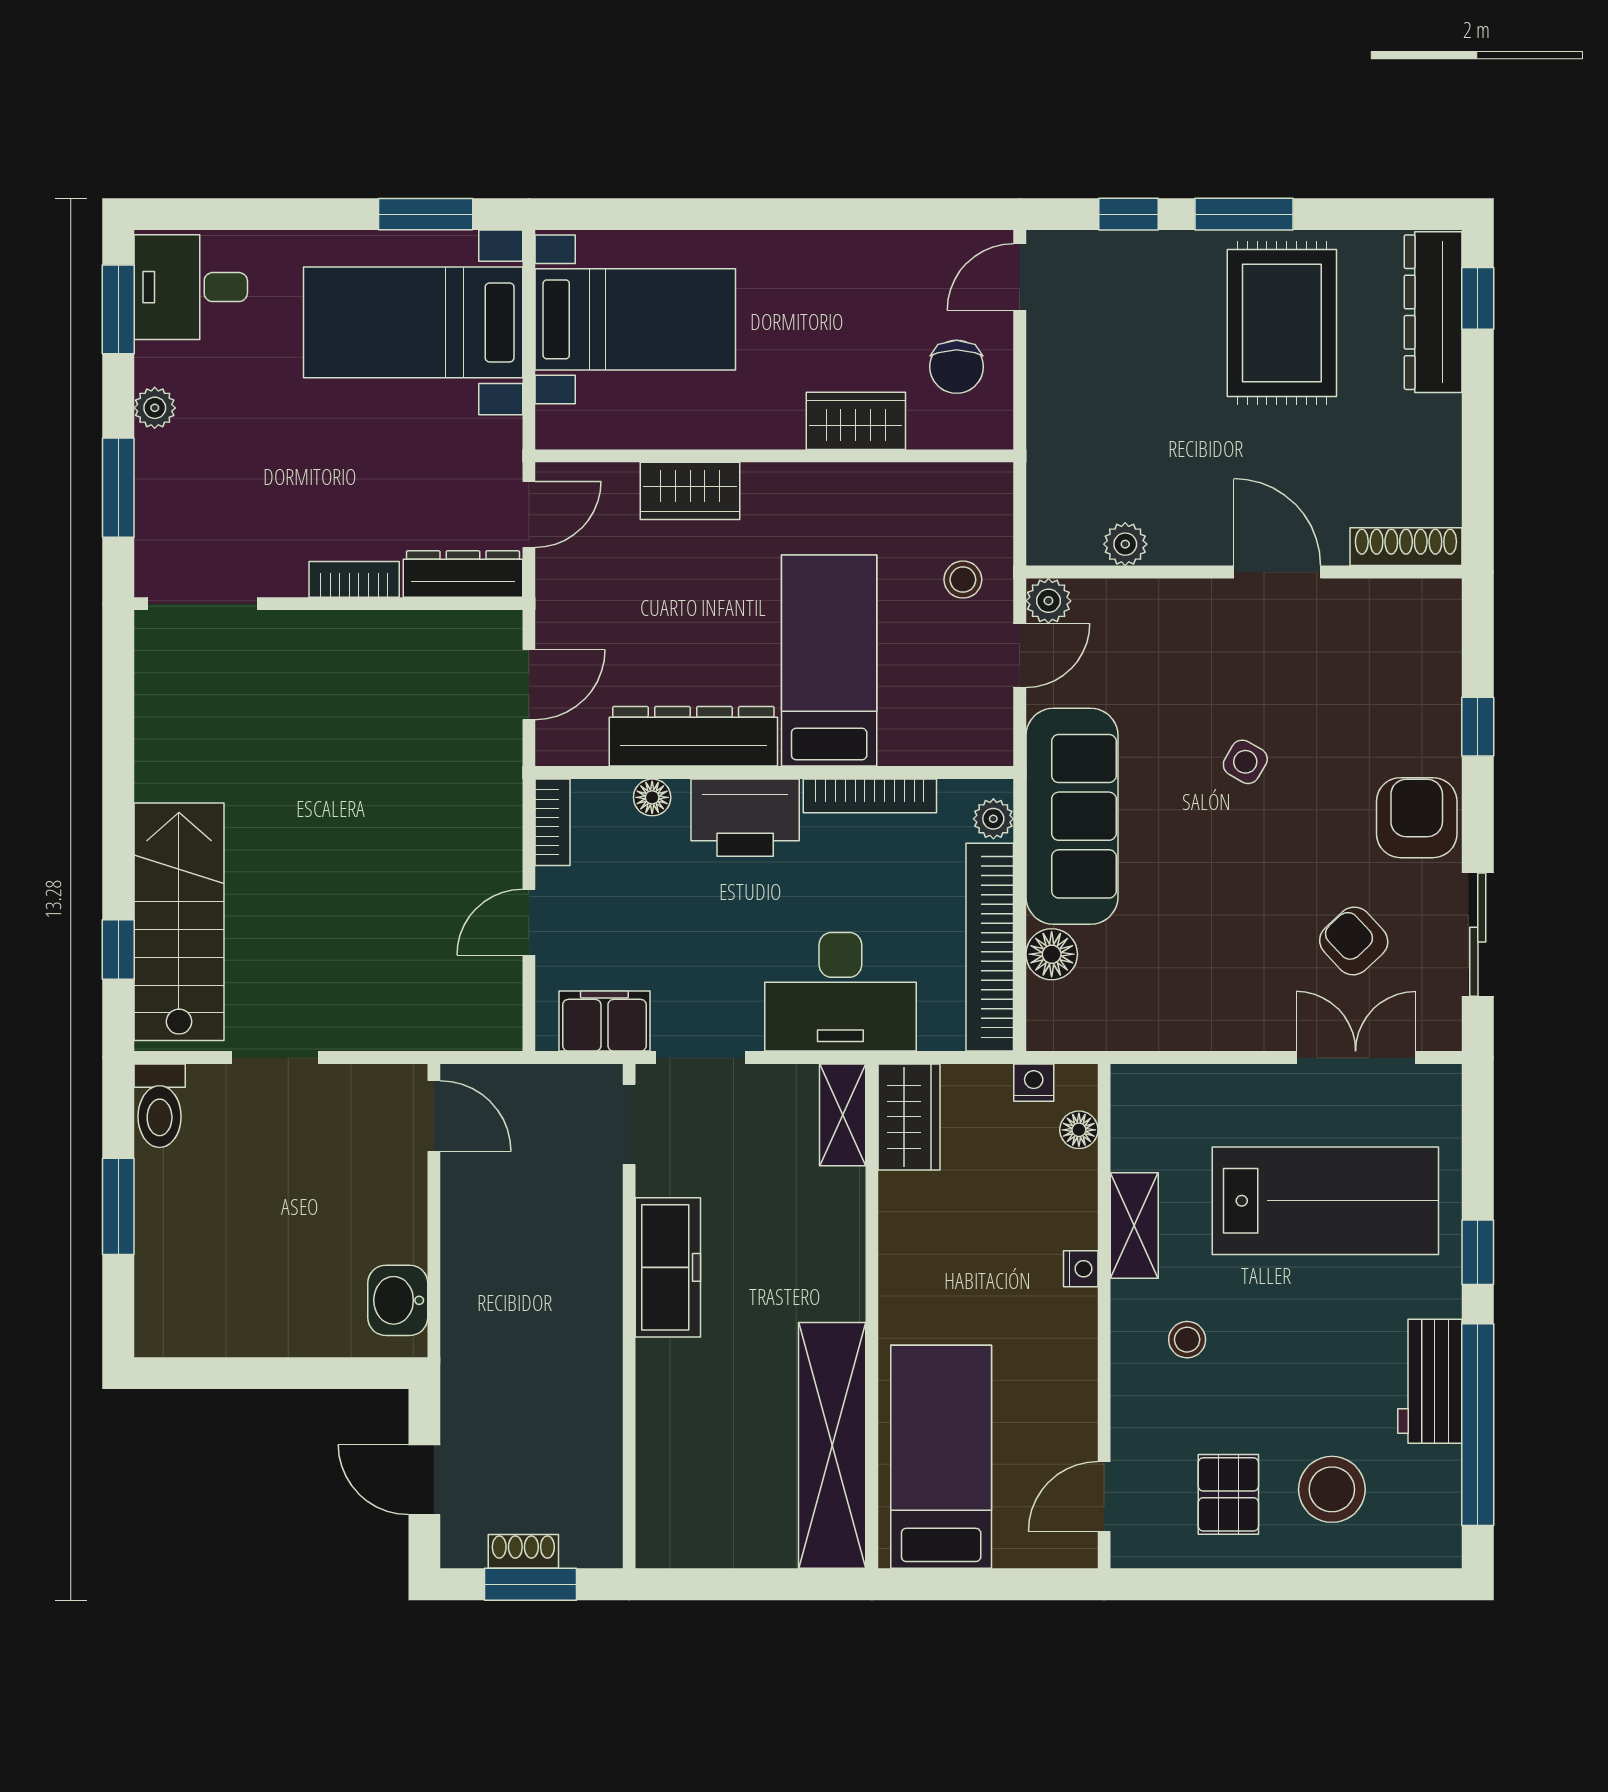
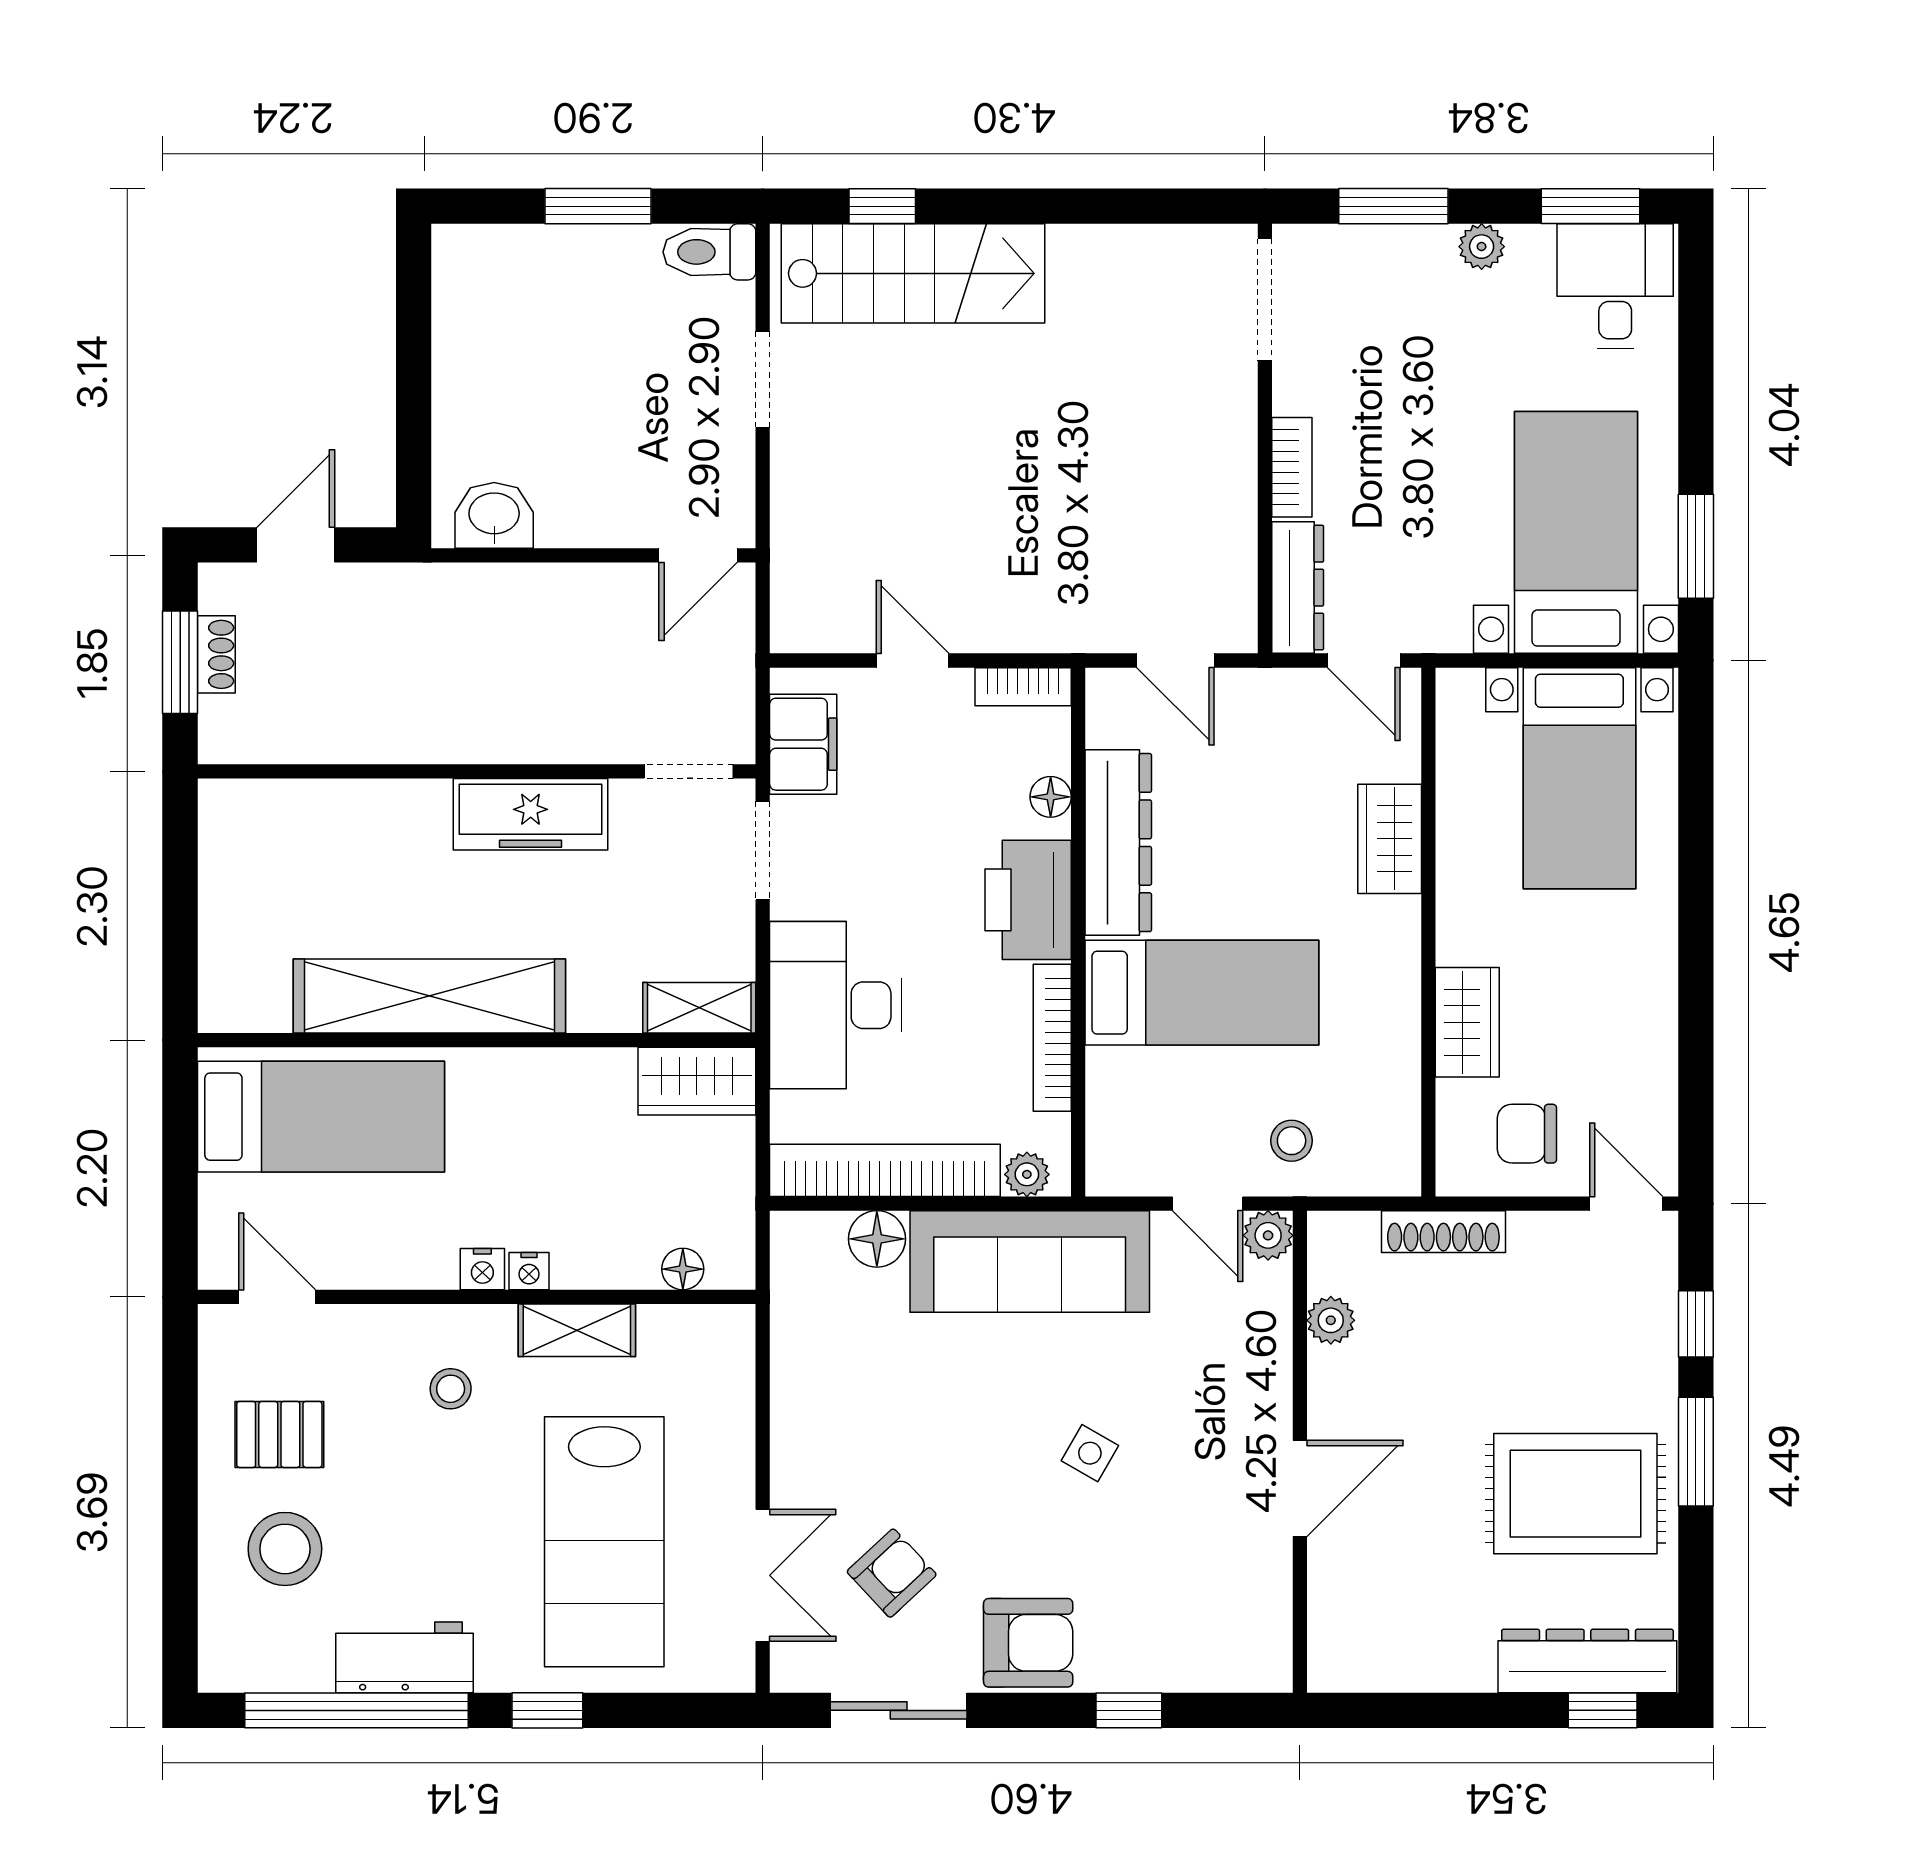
shoe rack: (1406, 547) -> (1443, 1232), moved, turned 90
nightstand: (1034, 1083) -> (482, 1269), moved, turned 90
shelving: (832, 1445) -> (429, 996), moved

